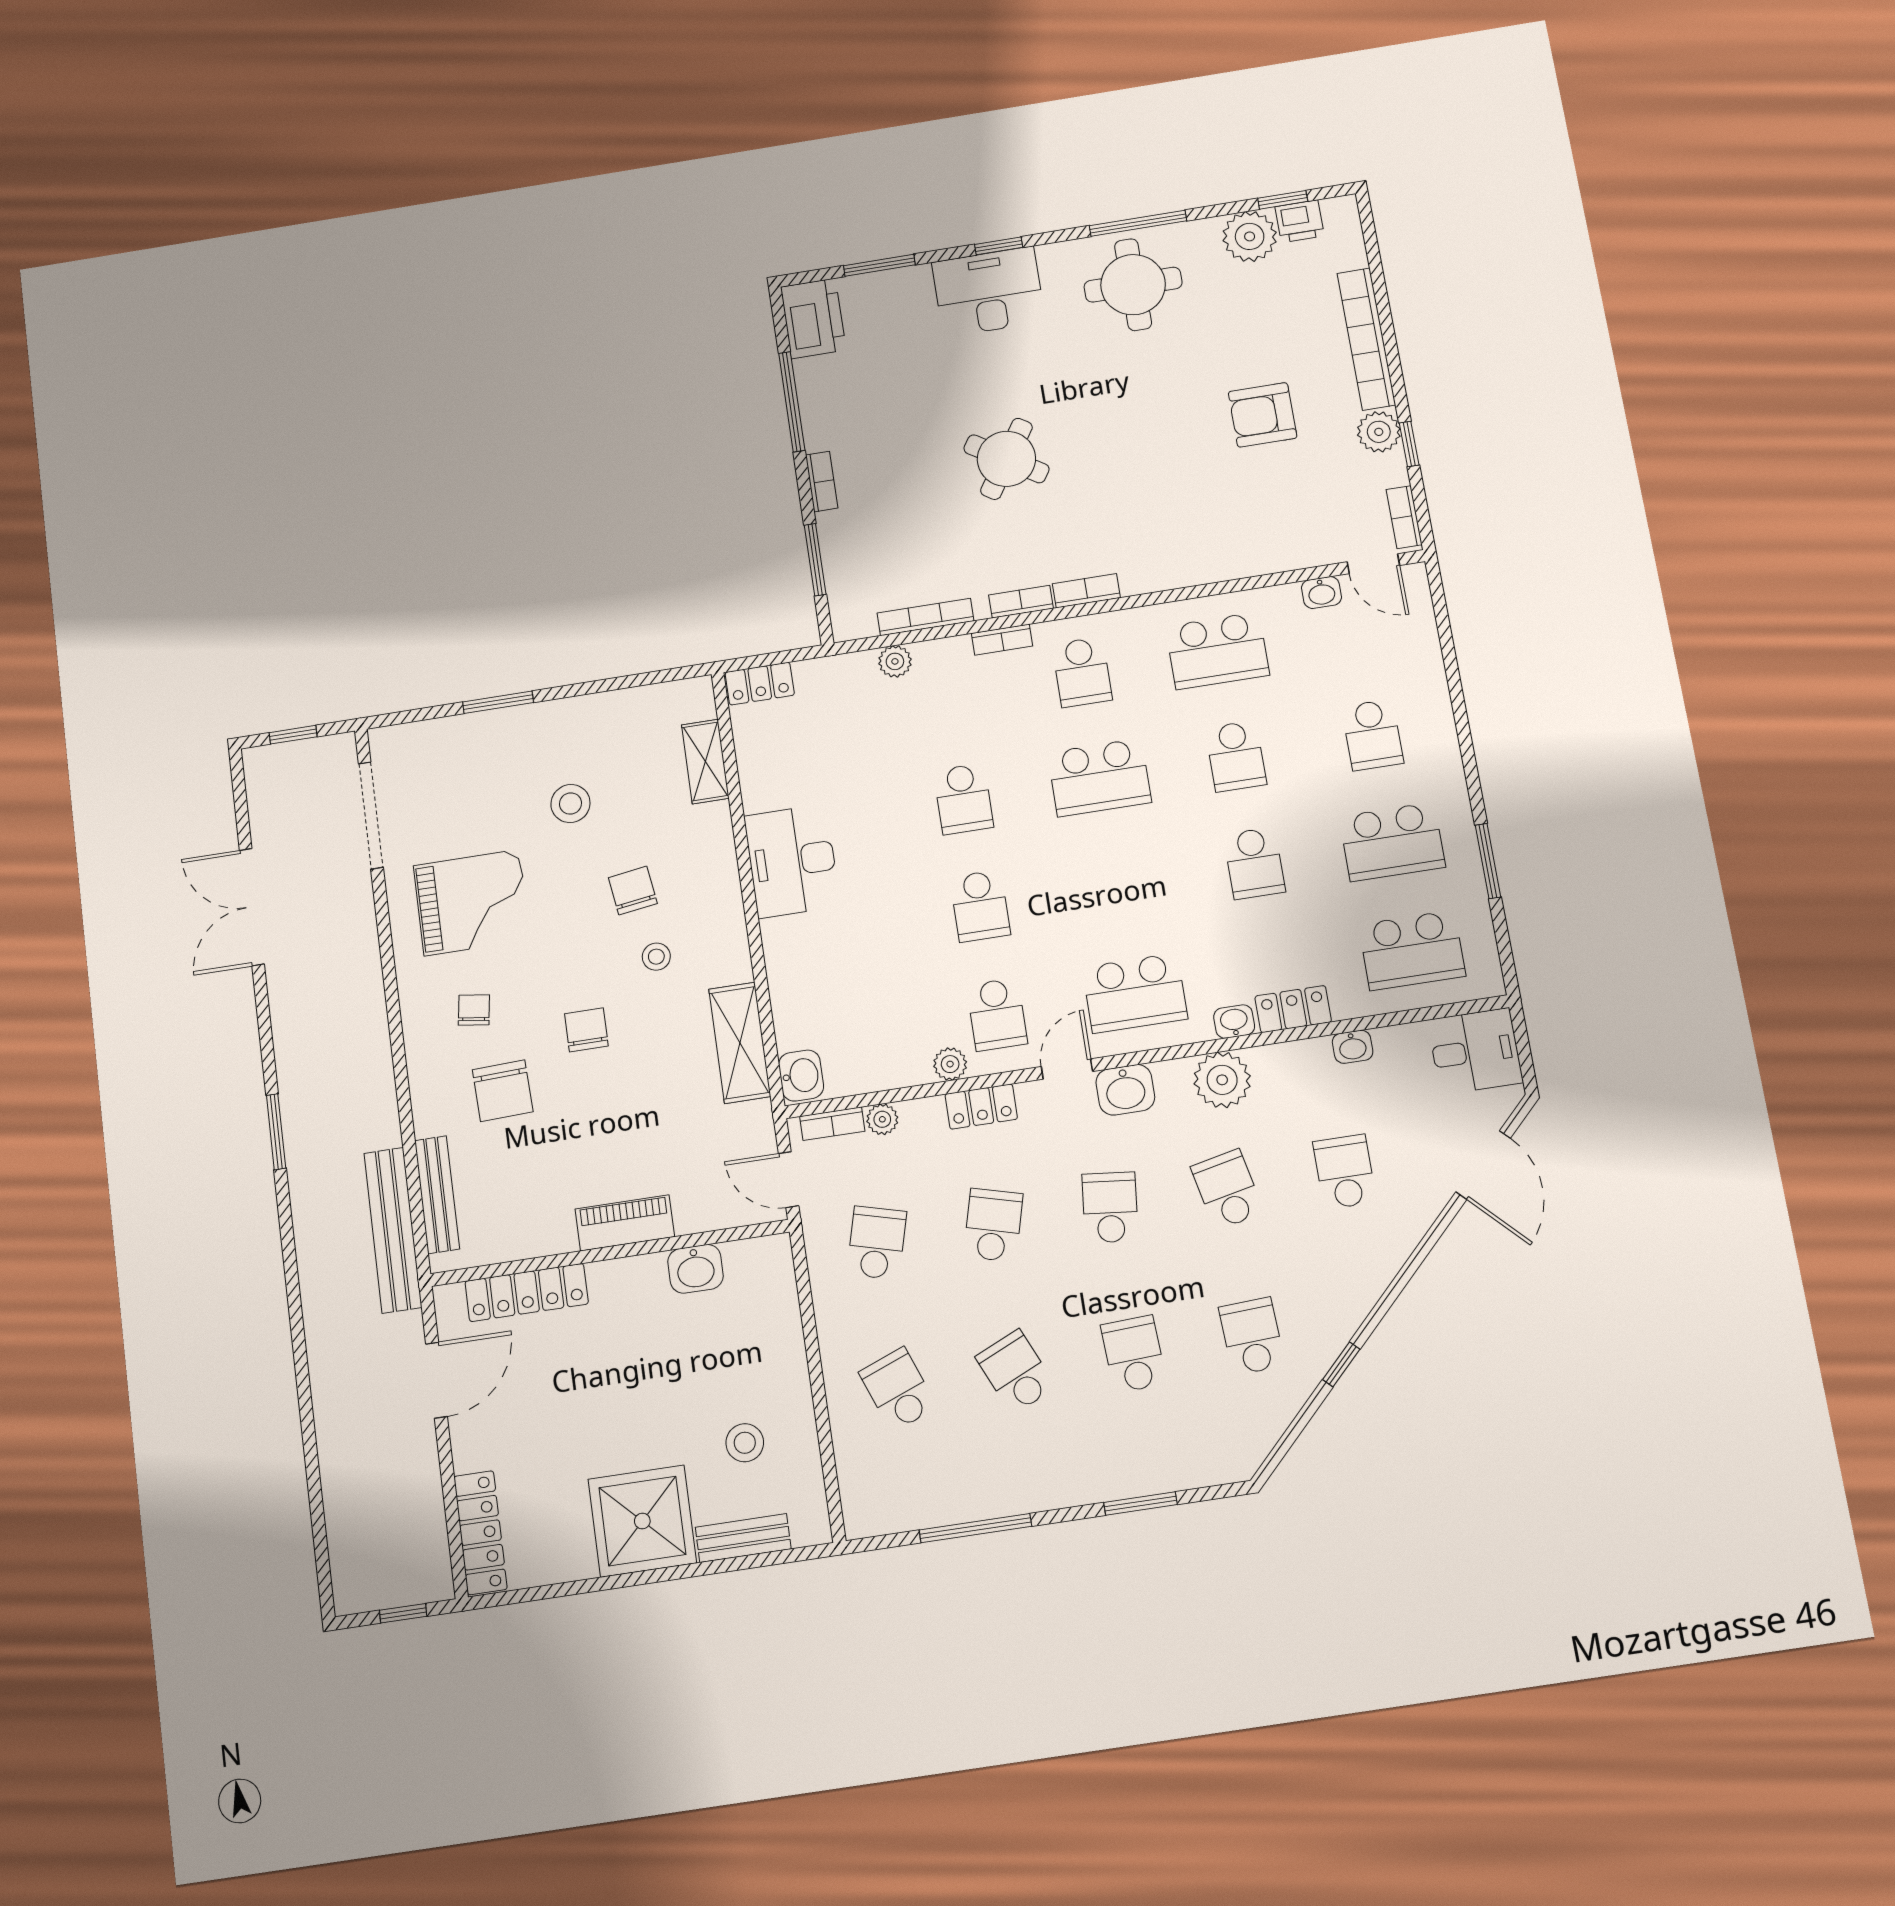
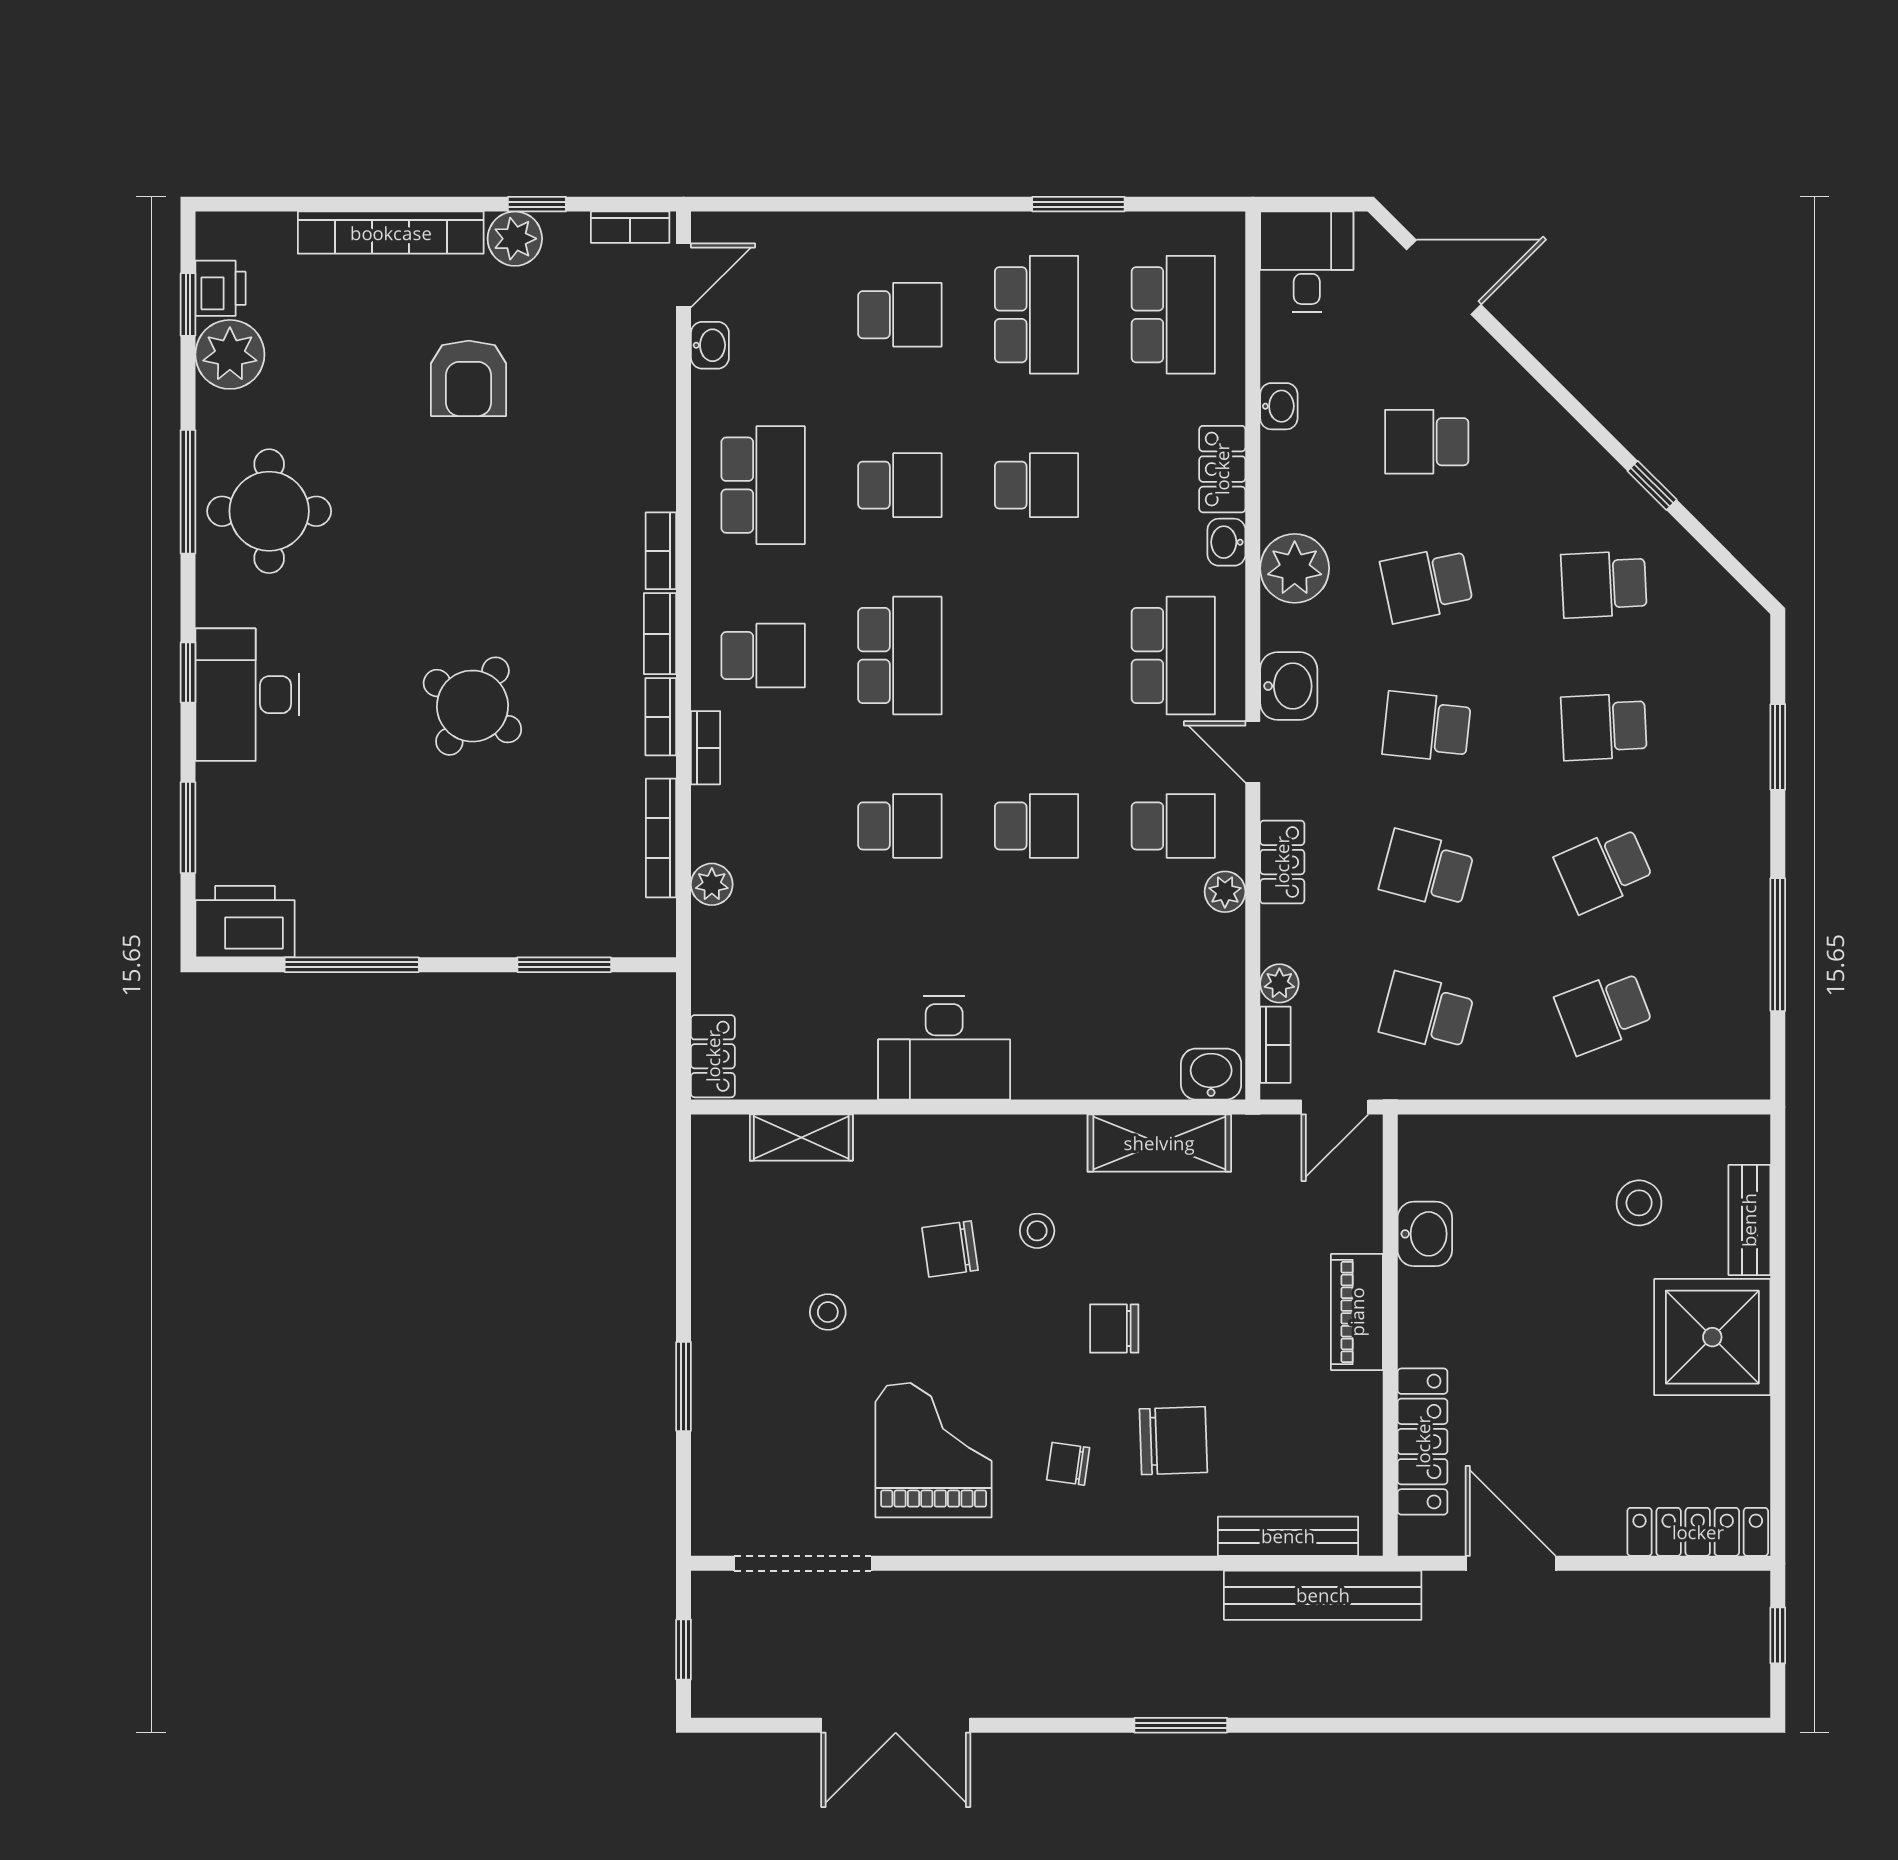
bookcase: (822, 482) -> (661, 551), moved, turned -90
stool: (570, 804) -> (828, 1312), width x0.73, depth x0.73

